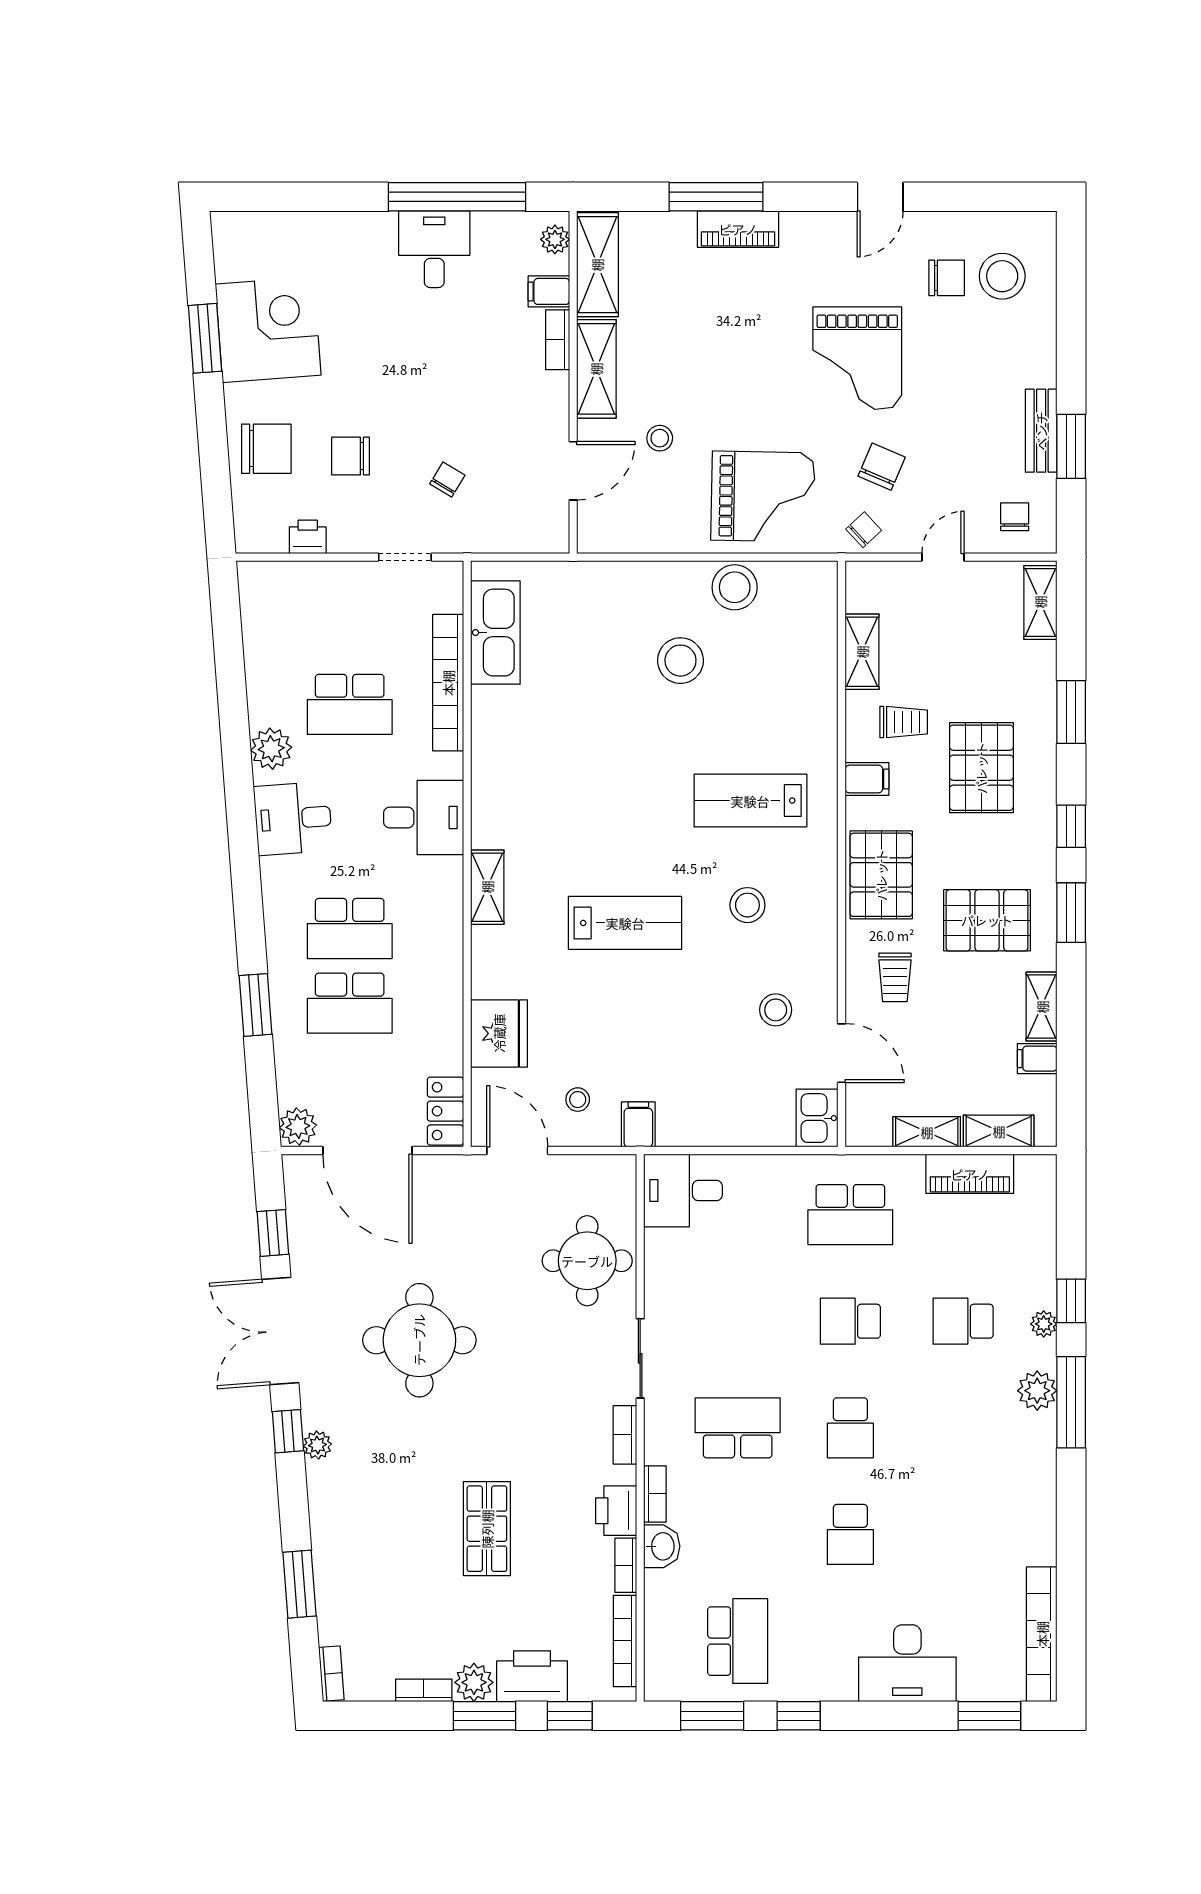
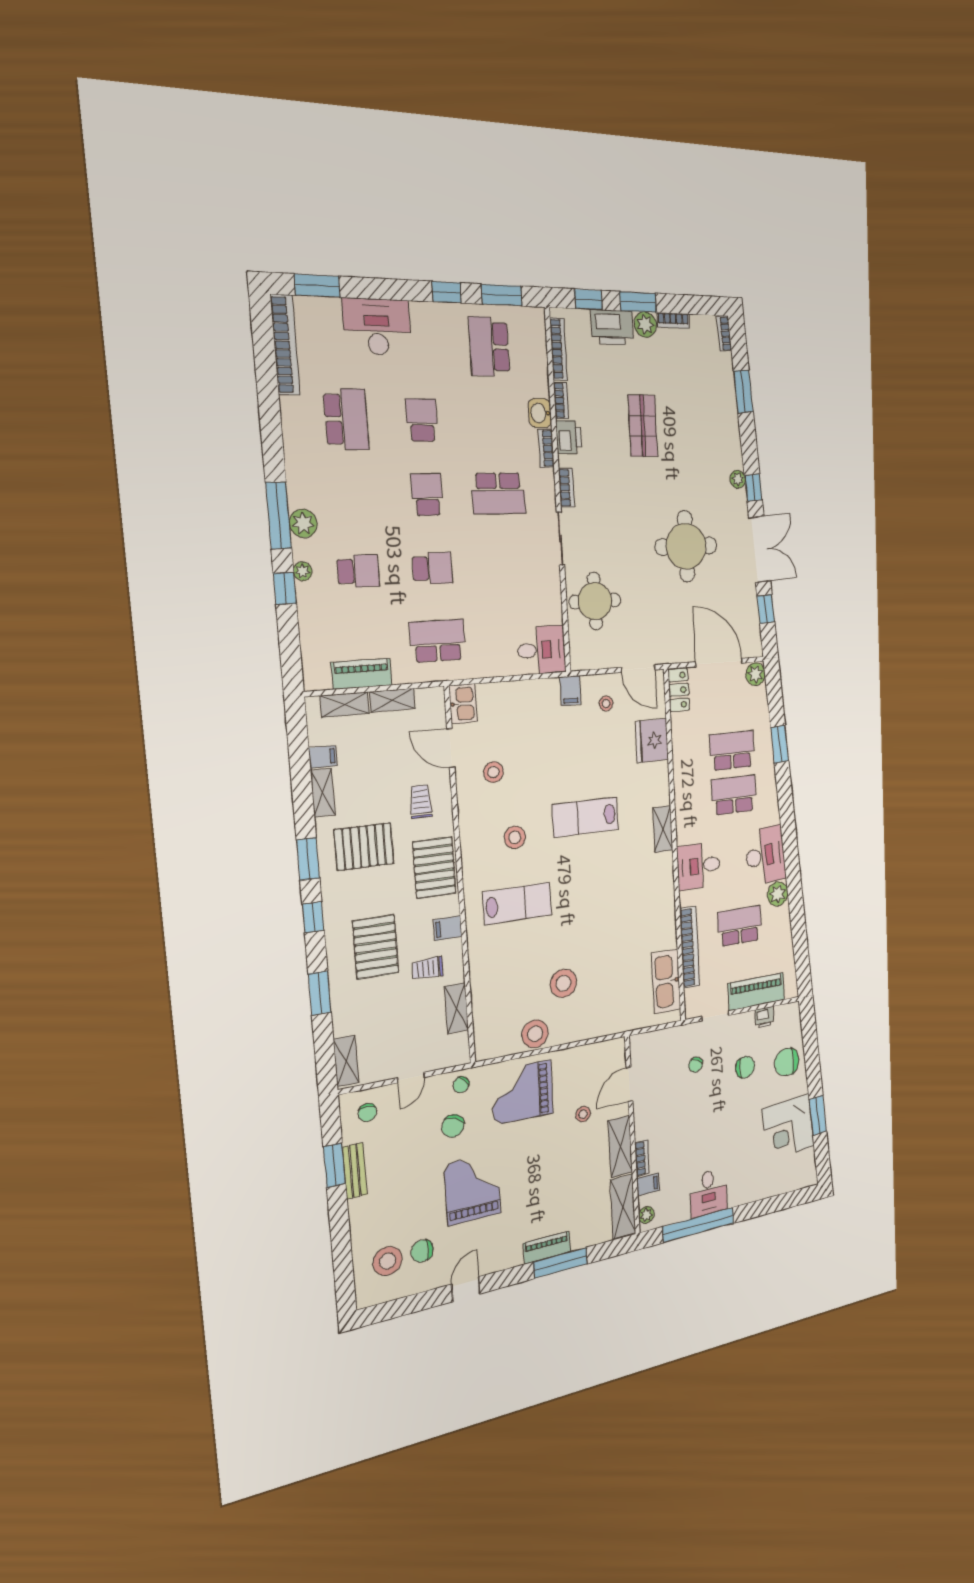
piano: (322, 585) -> (756, 992), added
desk: (293, 818) -> (765, 855), width x1.37
school desk: (963, 1534) -> (346, 419), added

